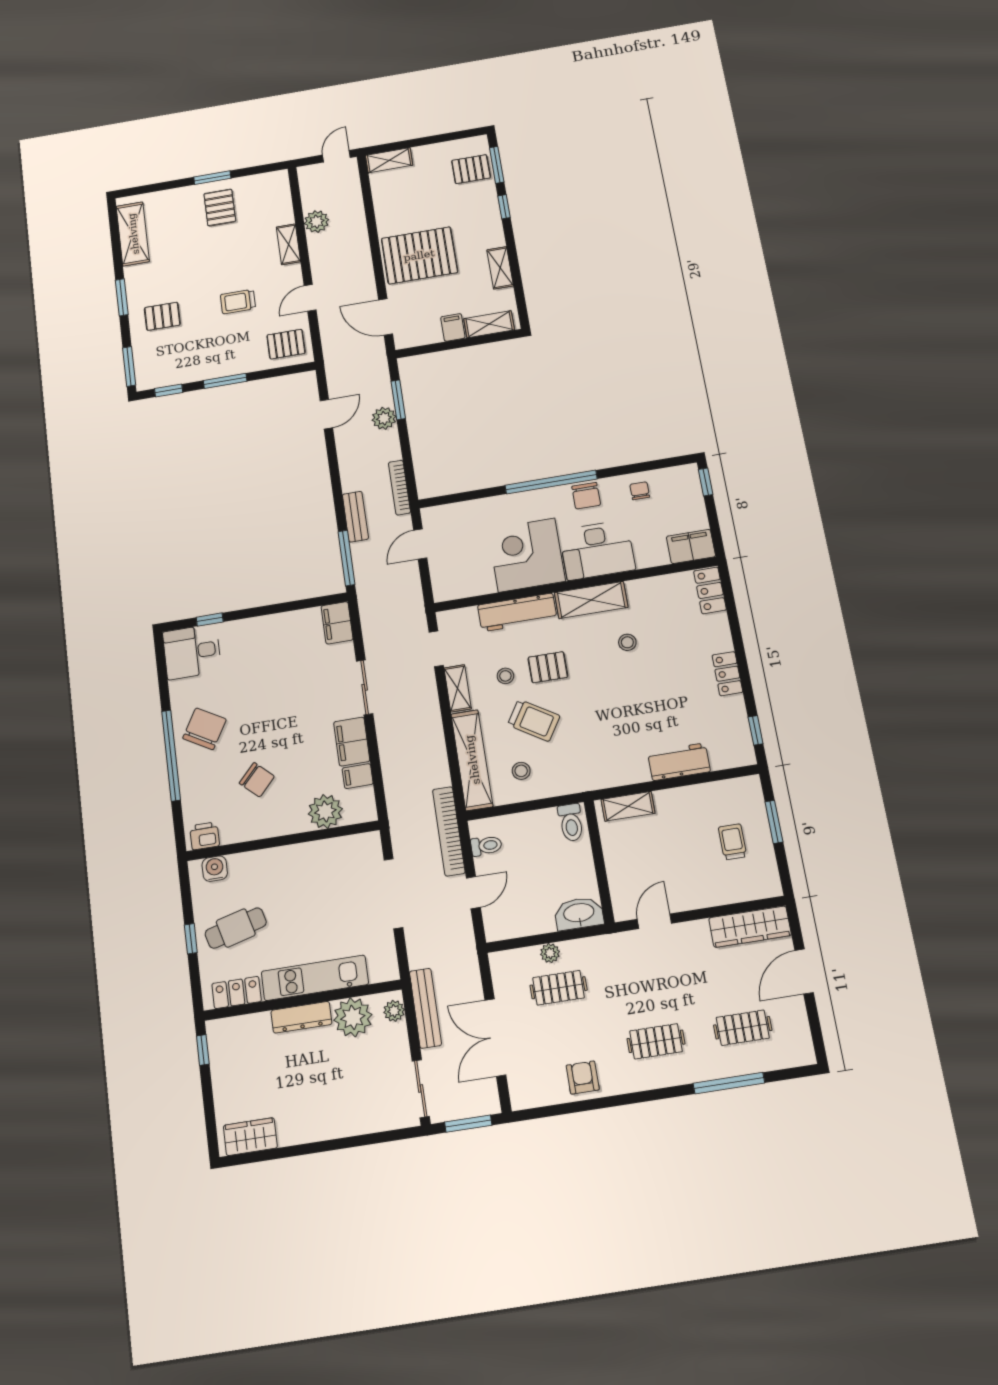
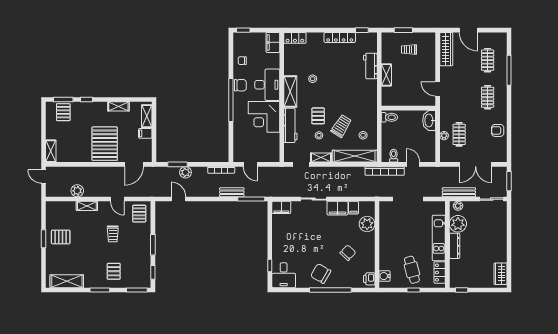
locker: (727, 674) -> (340, 37), width x1.53
shelving: (628, 806) -> (386, 75), moved

